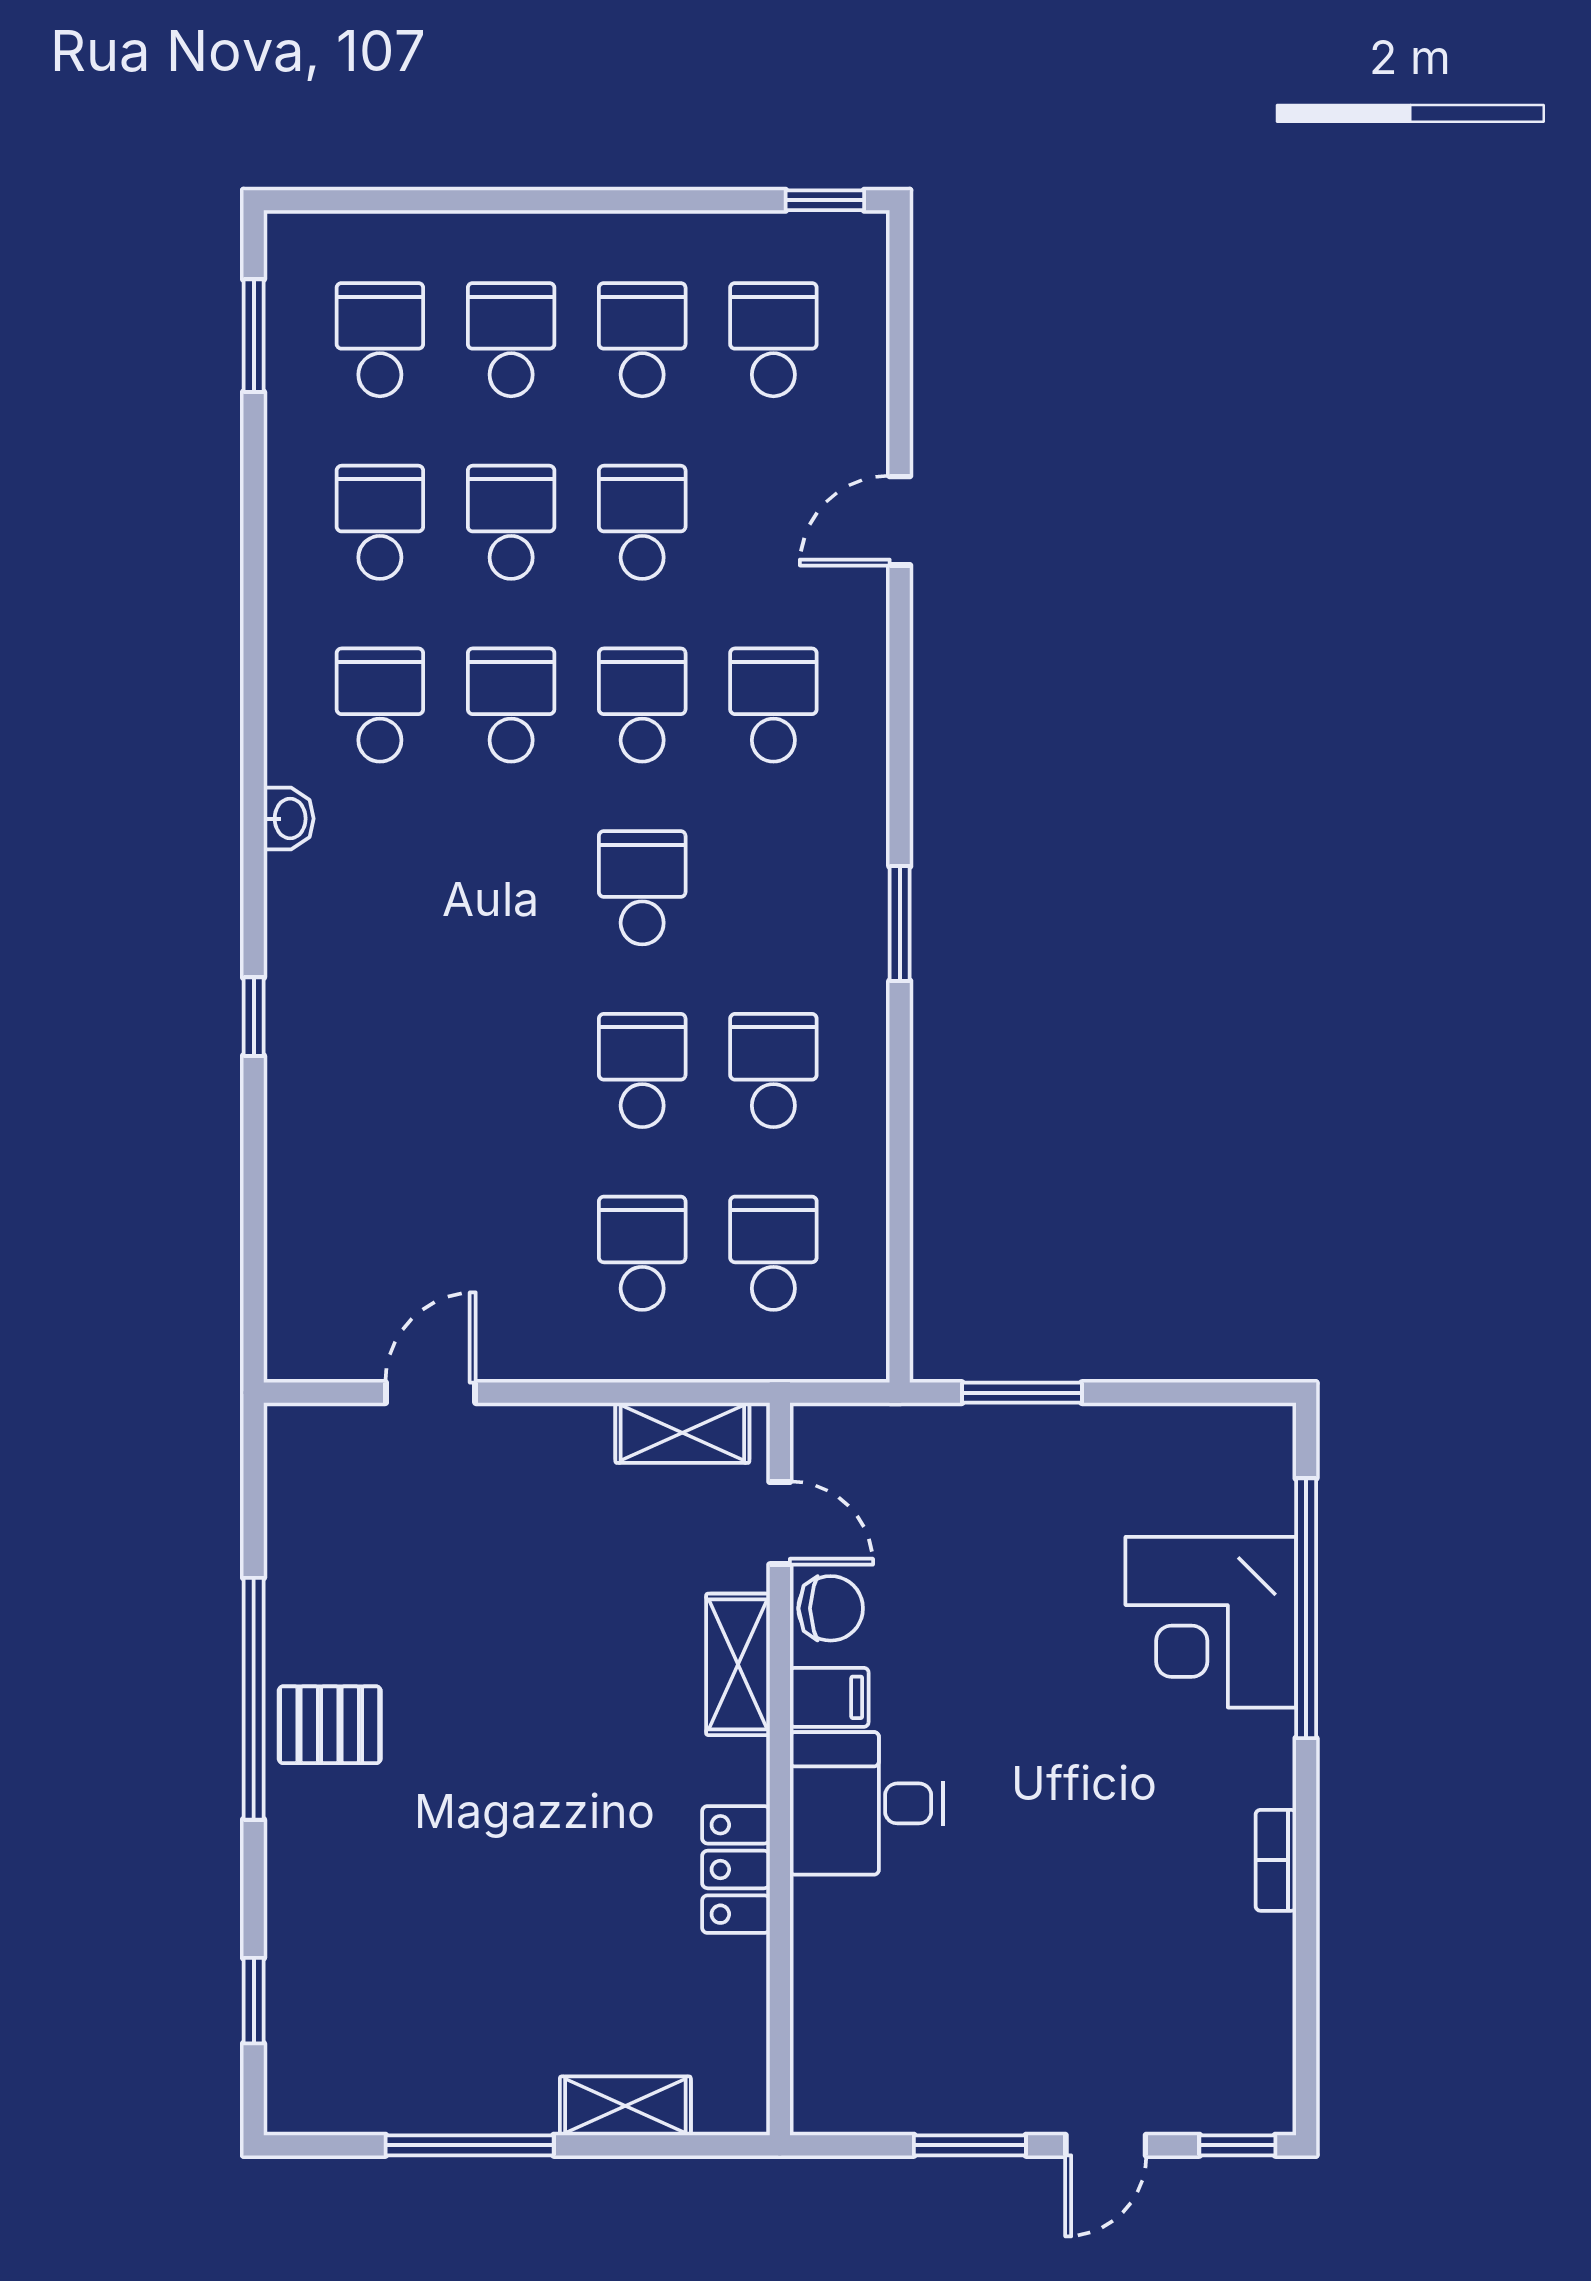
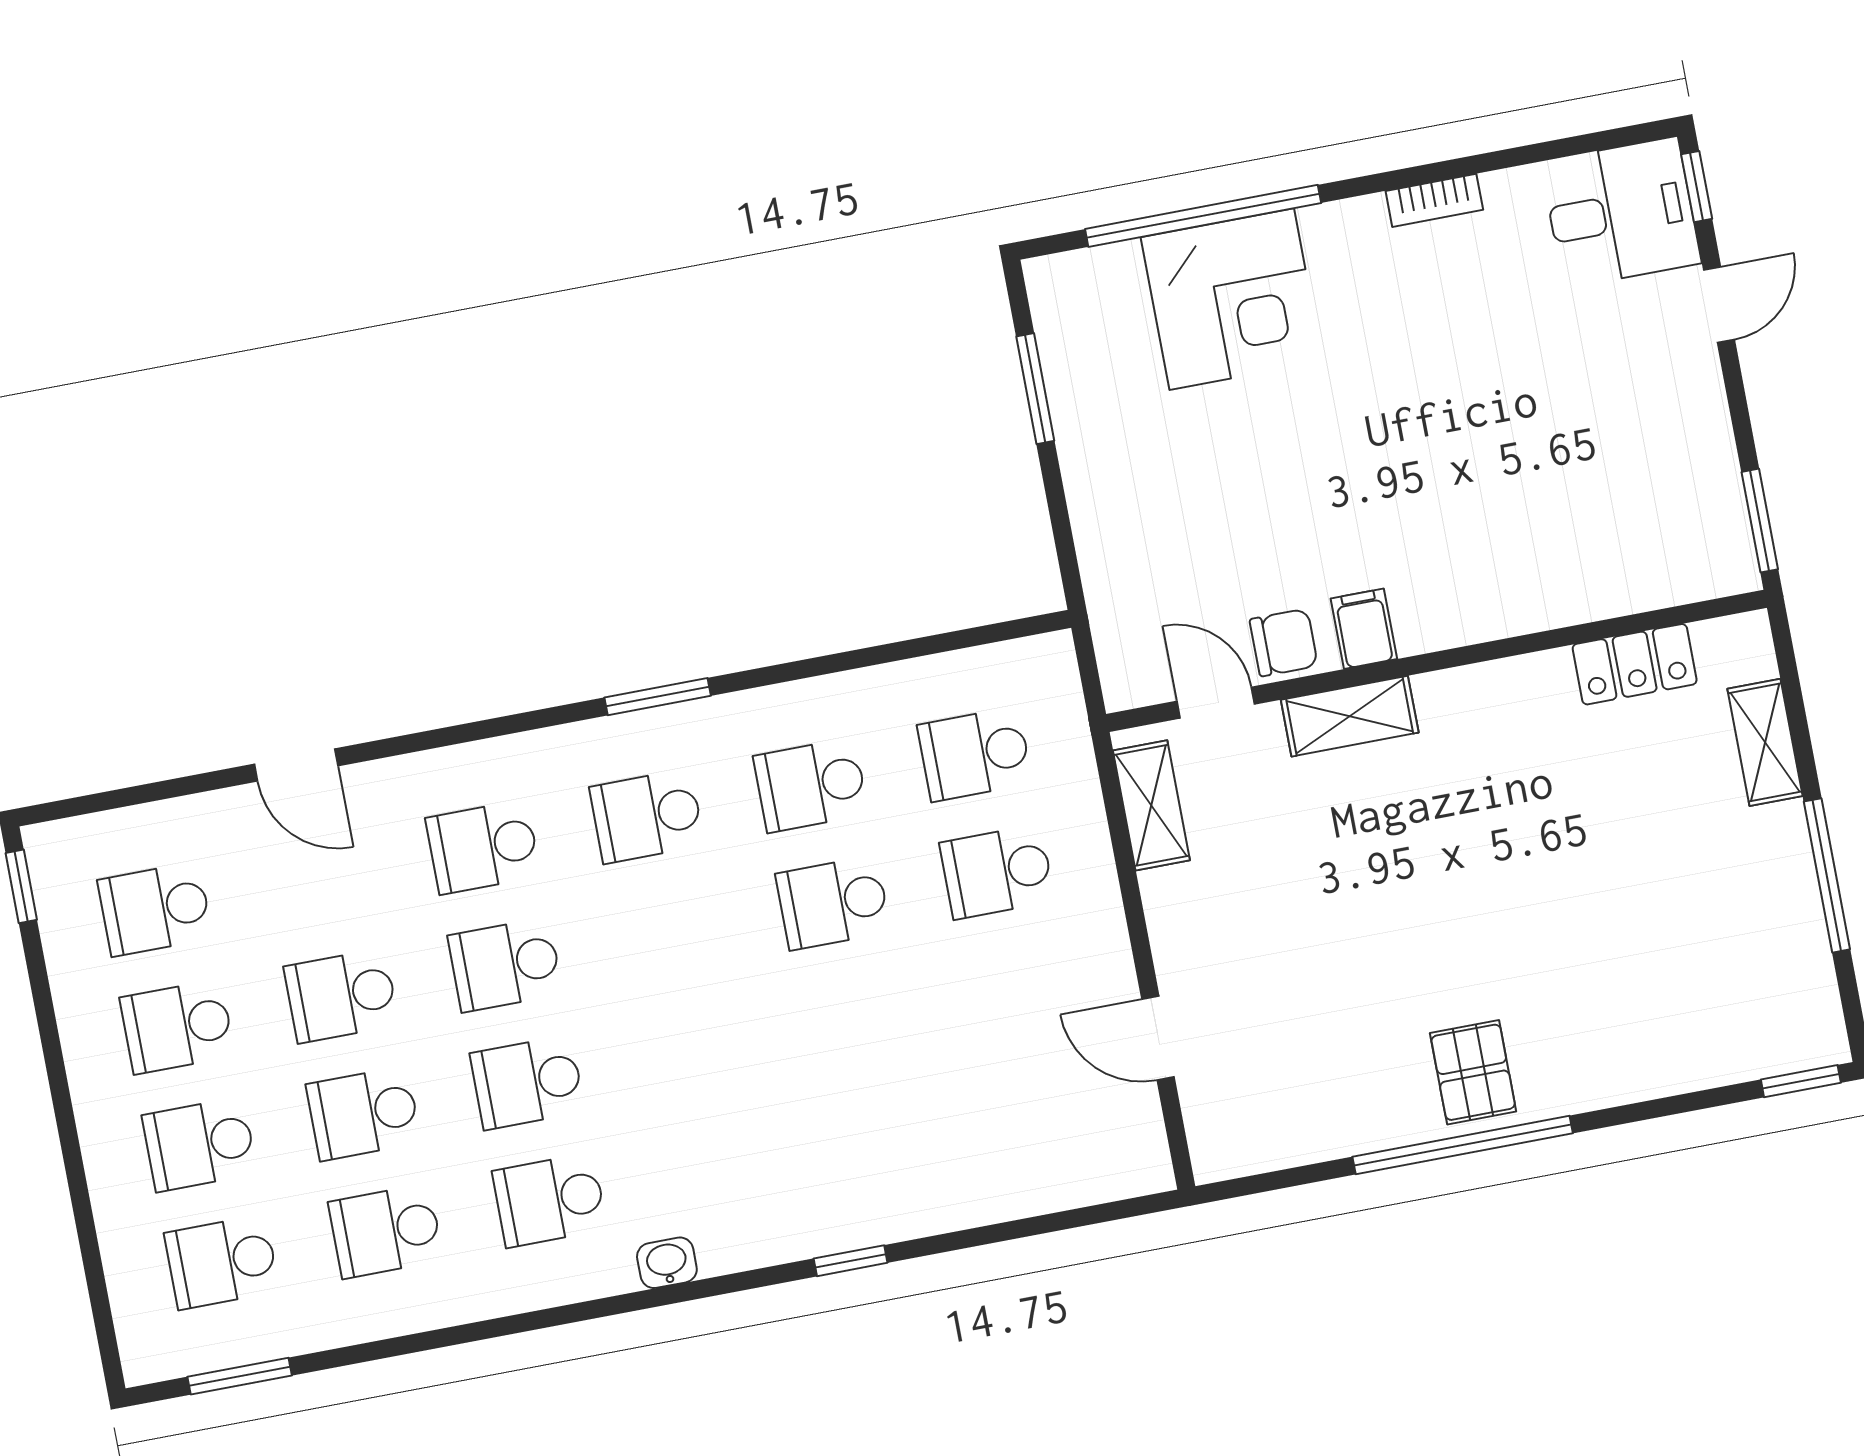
school desk: (642, 888) -> (647, 816), moved
window: (1022, 1393) -> (1035, 389), moved
door: (780, 1523) -> (1216, 703), hinge flipped
chair: (831, 1608) -> (1284, 643), turned 90
desk: (867, 1803) -> (1621, 213), moved, turned -90
locker: (736, 1869) -> (1635, 664), moved
window: (254, 2001) -> (1801, 1081), moved
window: (970, 2145) -> (1760, 521), moved
door: (1106, 2145) -> (1719, 305), hinge flipped

